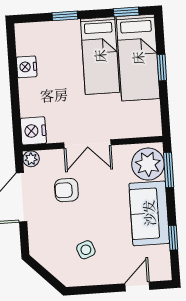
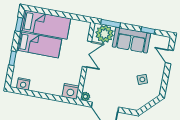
nightstand: (27, 67) -> (23, 84), moved
window: (162, 68) -> (54, 13), removed
double door: (87, 144) -> (87, 54), moved
armchair: (66, 190) -> (107, 82), removed

